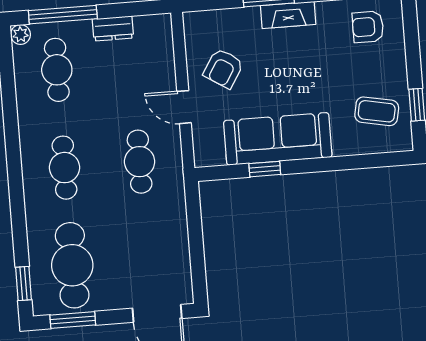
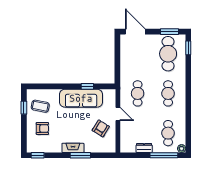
armchair: (368, 27) -> (42, 128), moved

